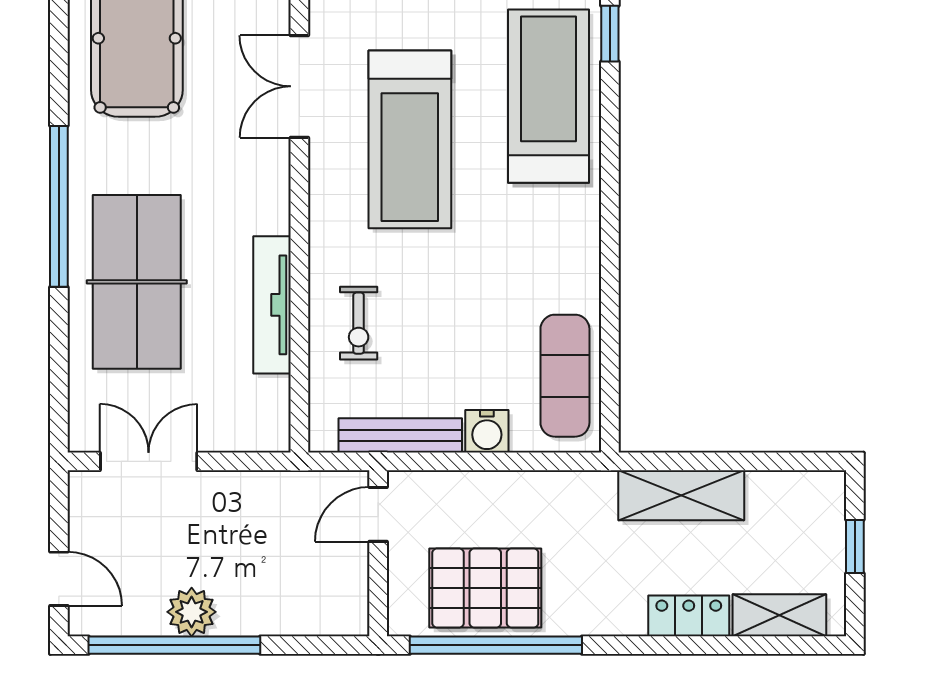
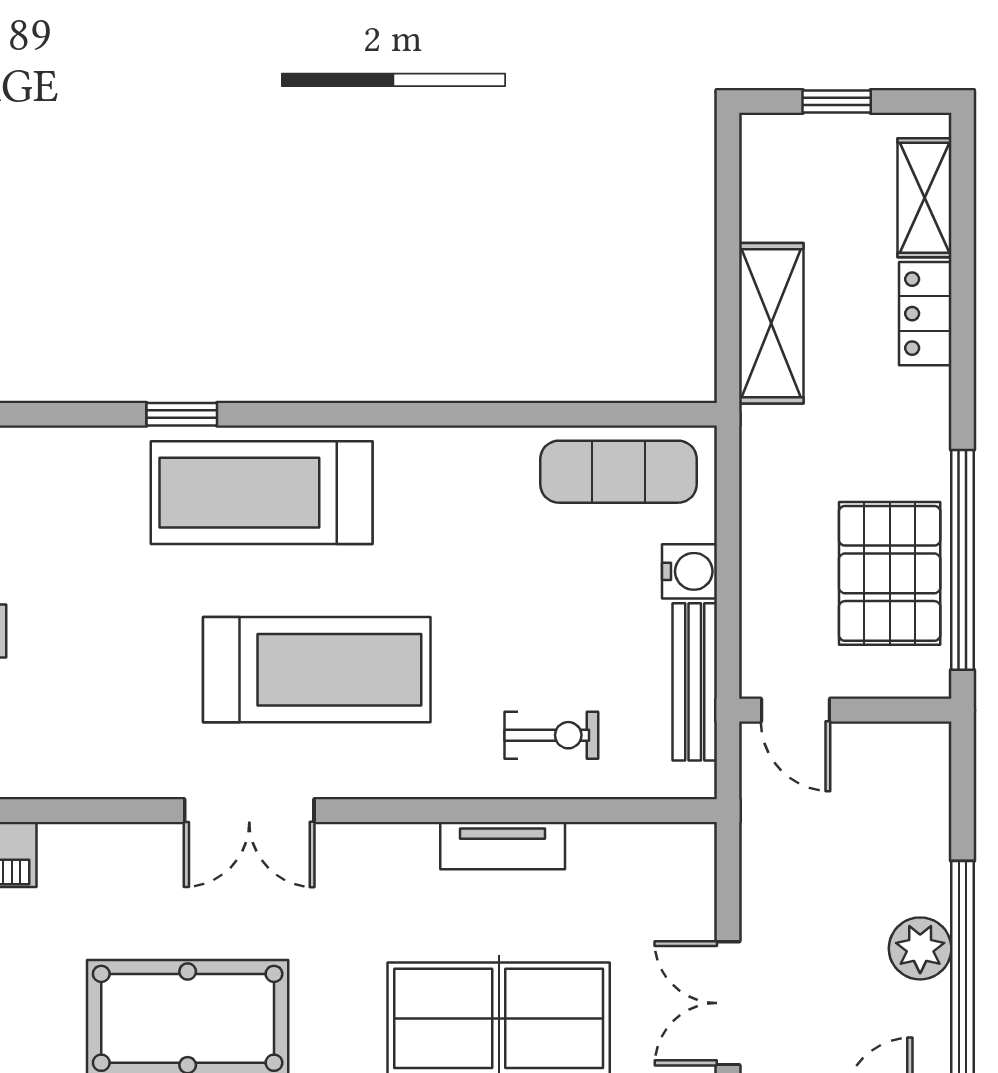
tv unit: (272, 305) -> (503, 846), width x0.71

